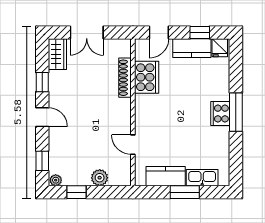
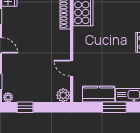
plant: (100, 178) -> (63, 95), moved

